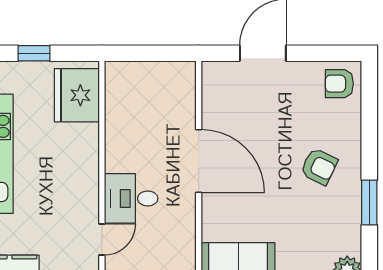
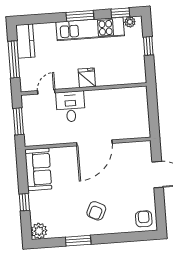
fridge: (77, 95) -> (87, 78), moved, width x0.53, depth x0.75
door: (102, 239) -> (46, 92), swing flipped

